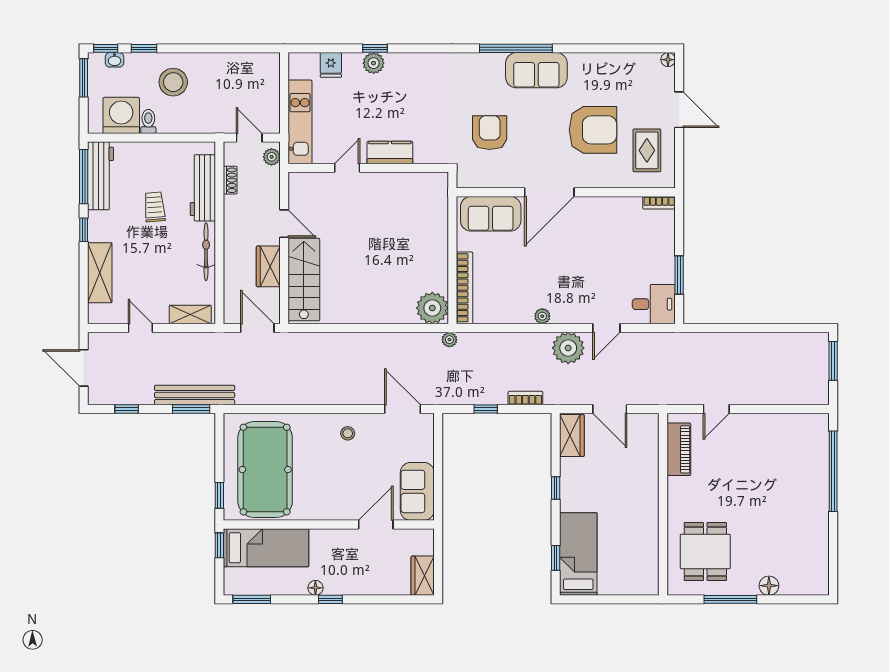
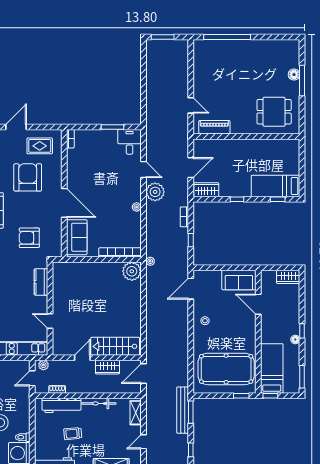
kitchen counter: (390, 153) -> (41, 282), moved
window: (730, 599) -> (302, 81), moved

